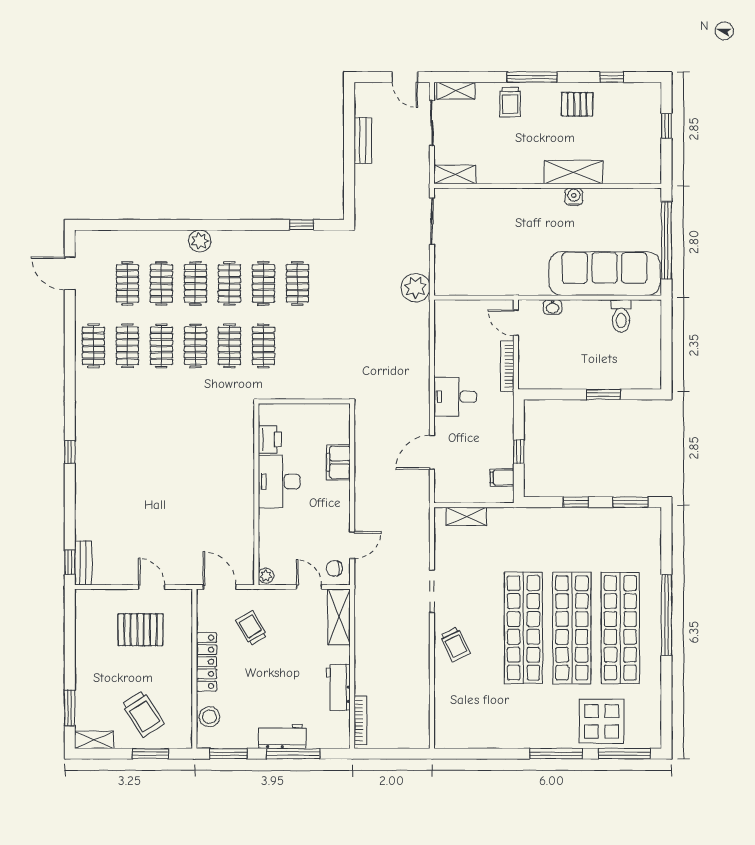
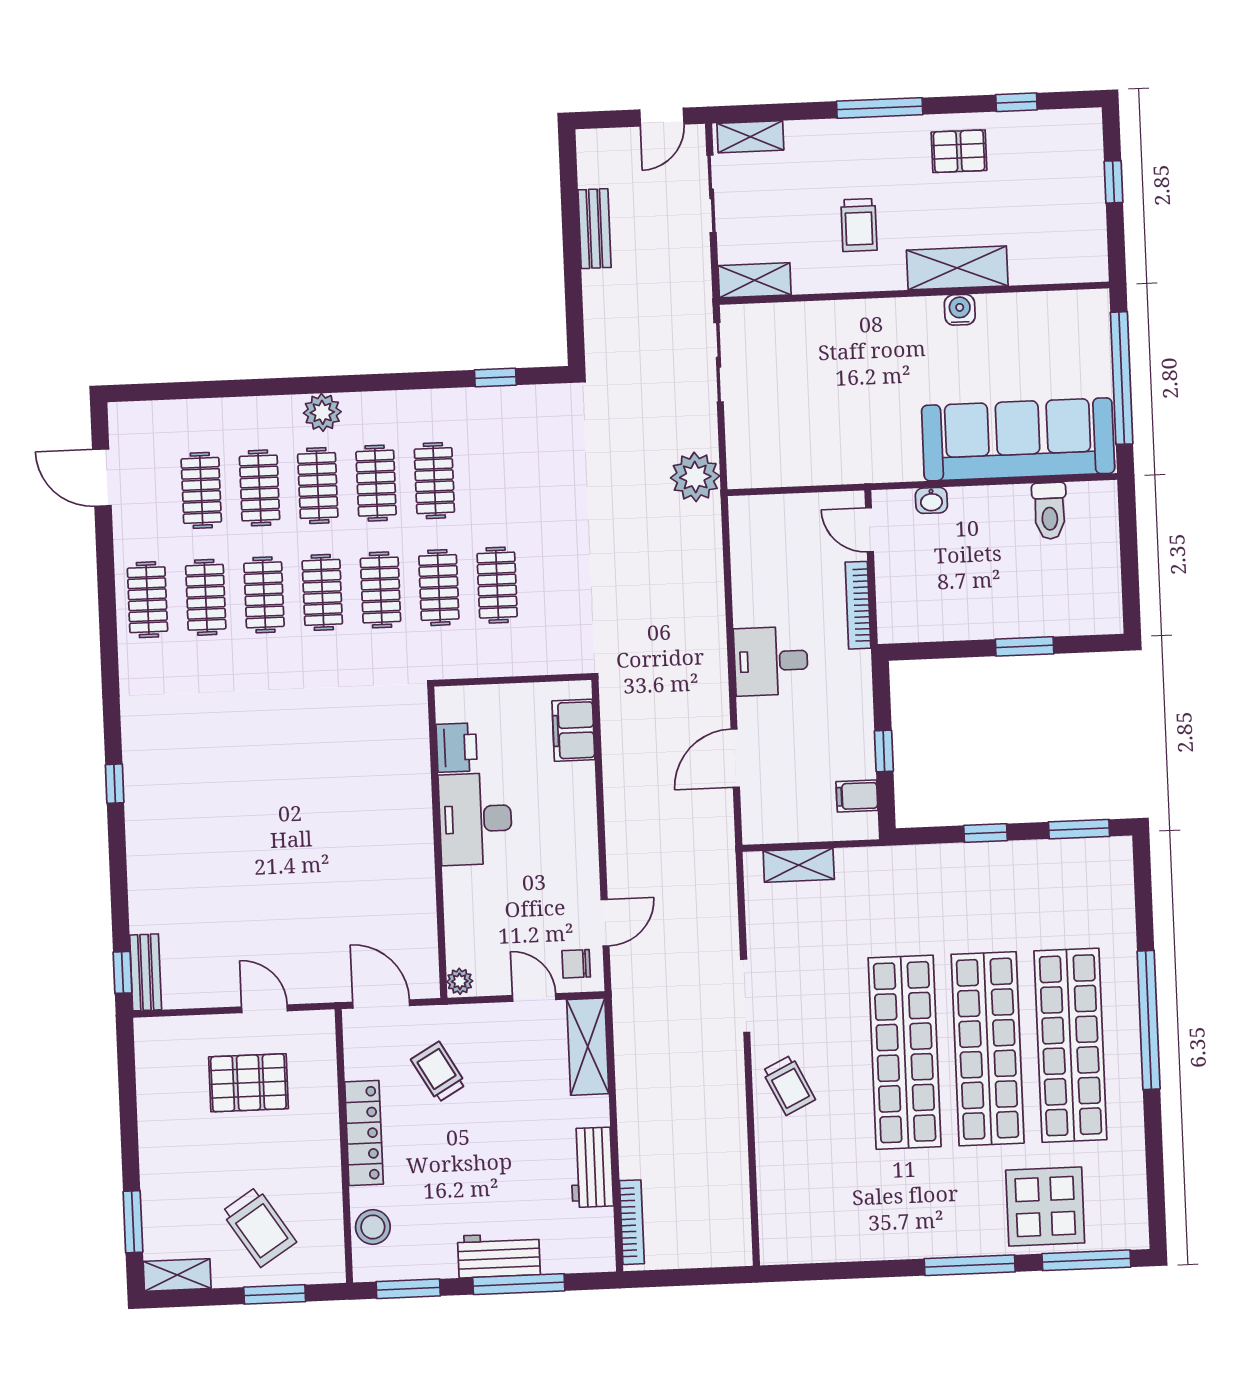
door: (405, 77) -> (662, 117), hinge flipped
trolley: (510, 102) -> (859, 225), moved
clothes rail: (297, 283) -> (497, 585), moved
filing cabinet: (338, 462) -> (573, 730), moved

